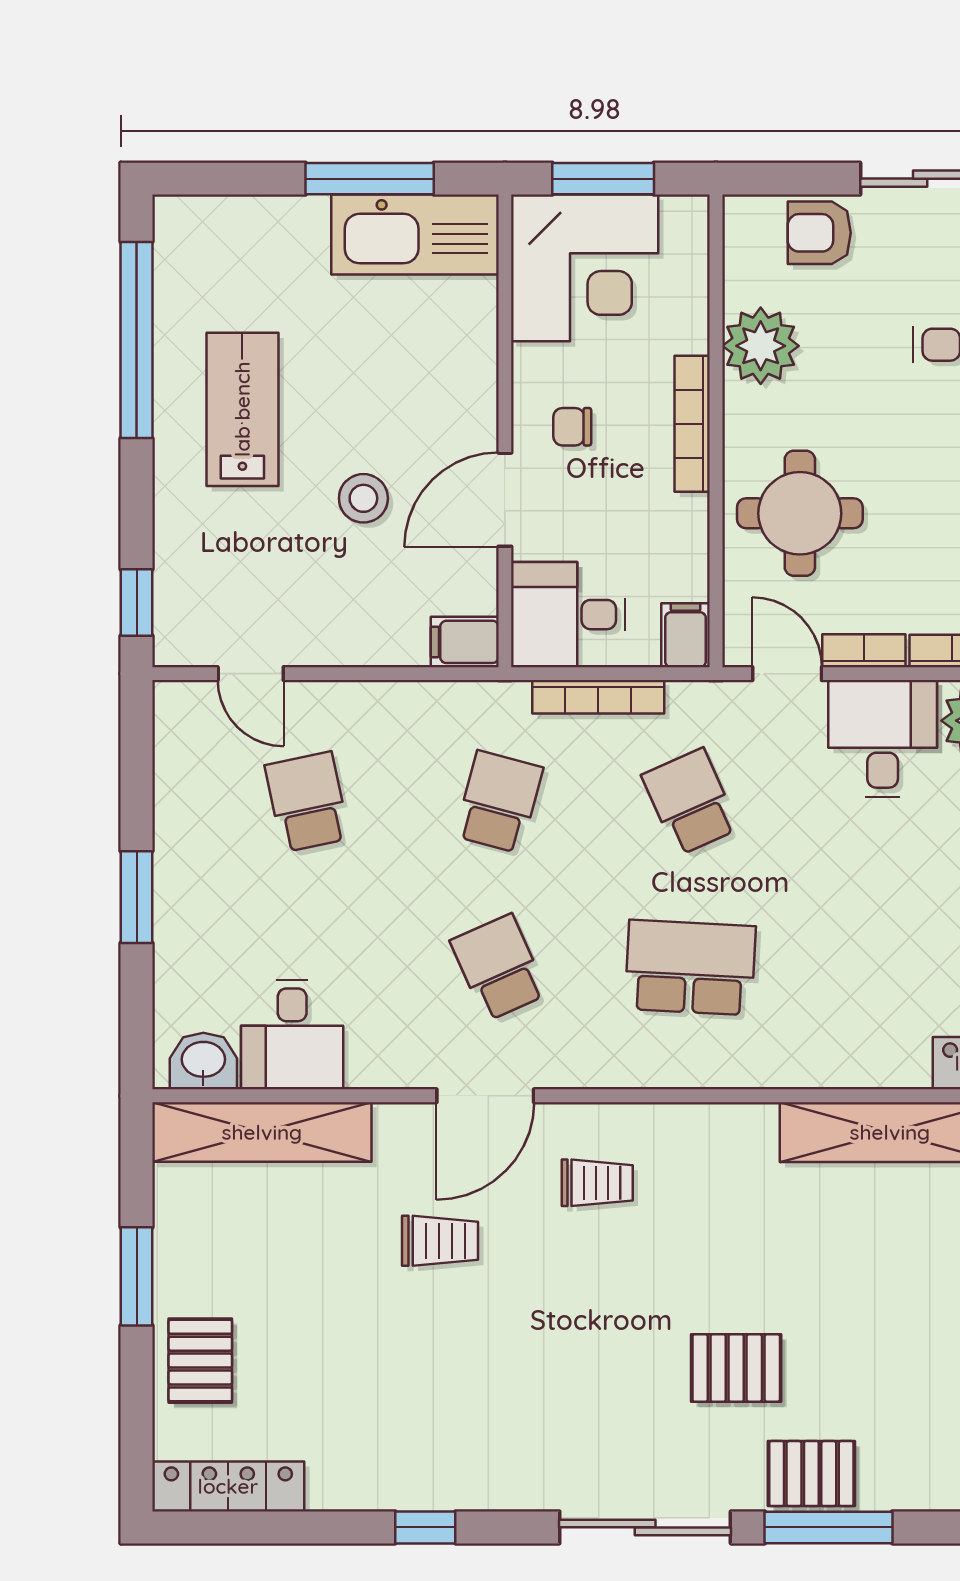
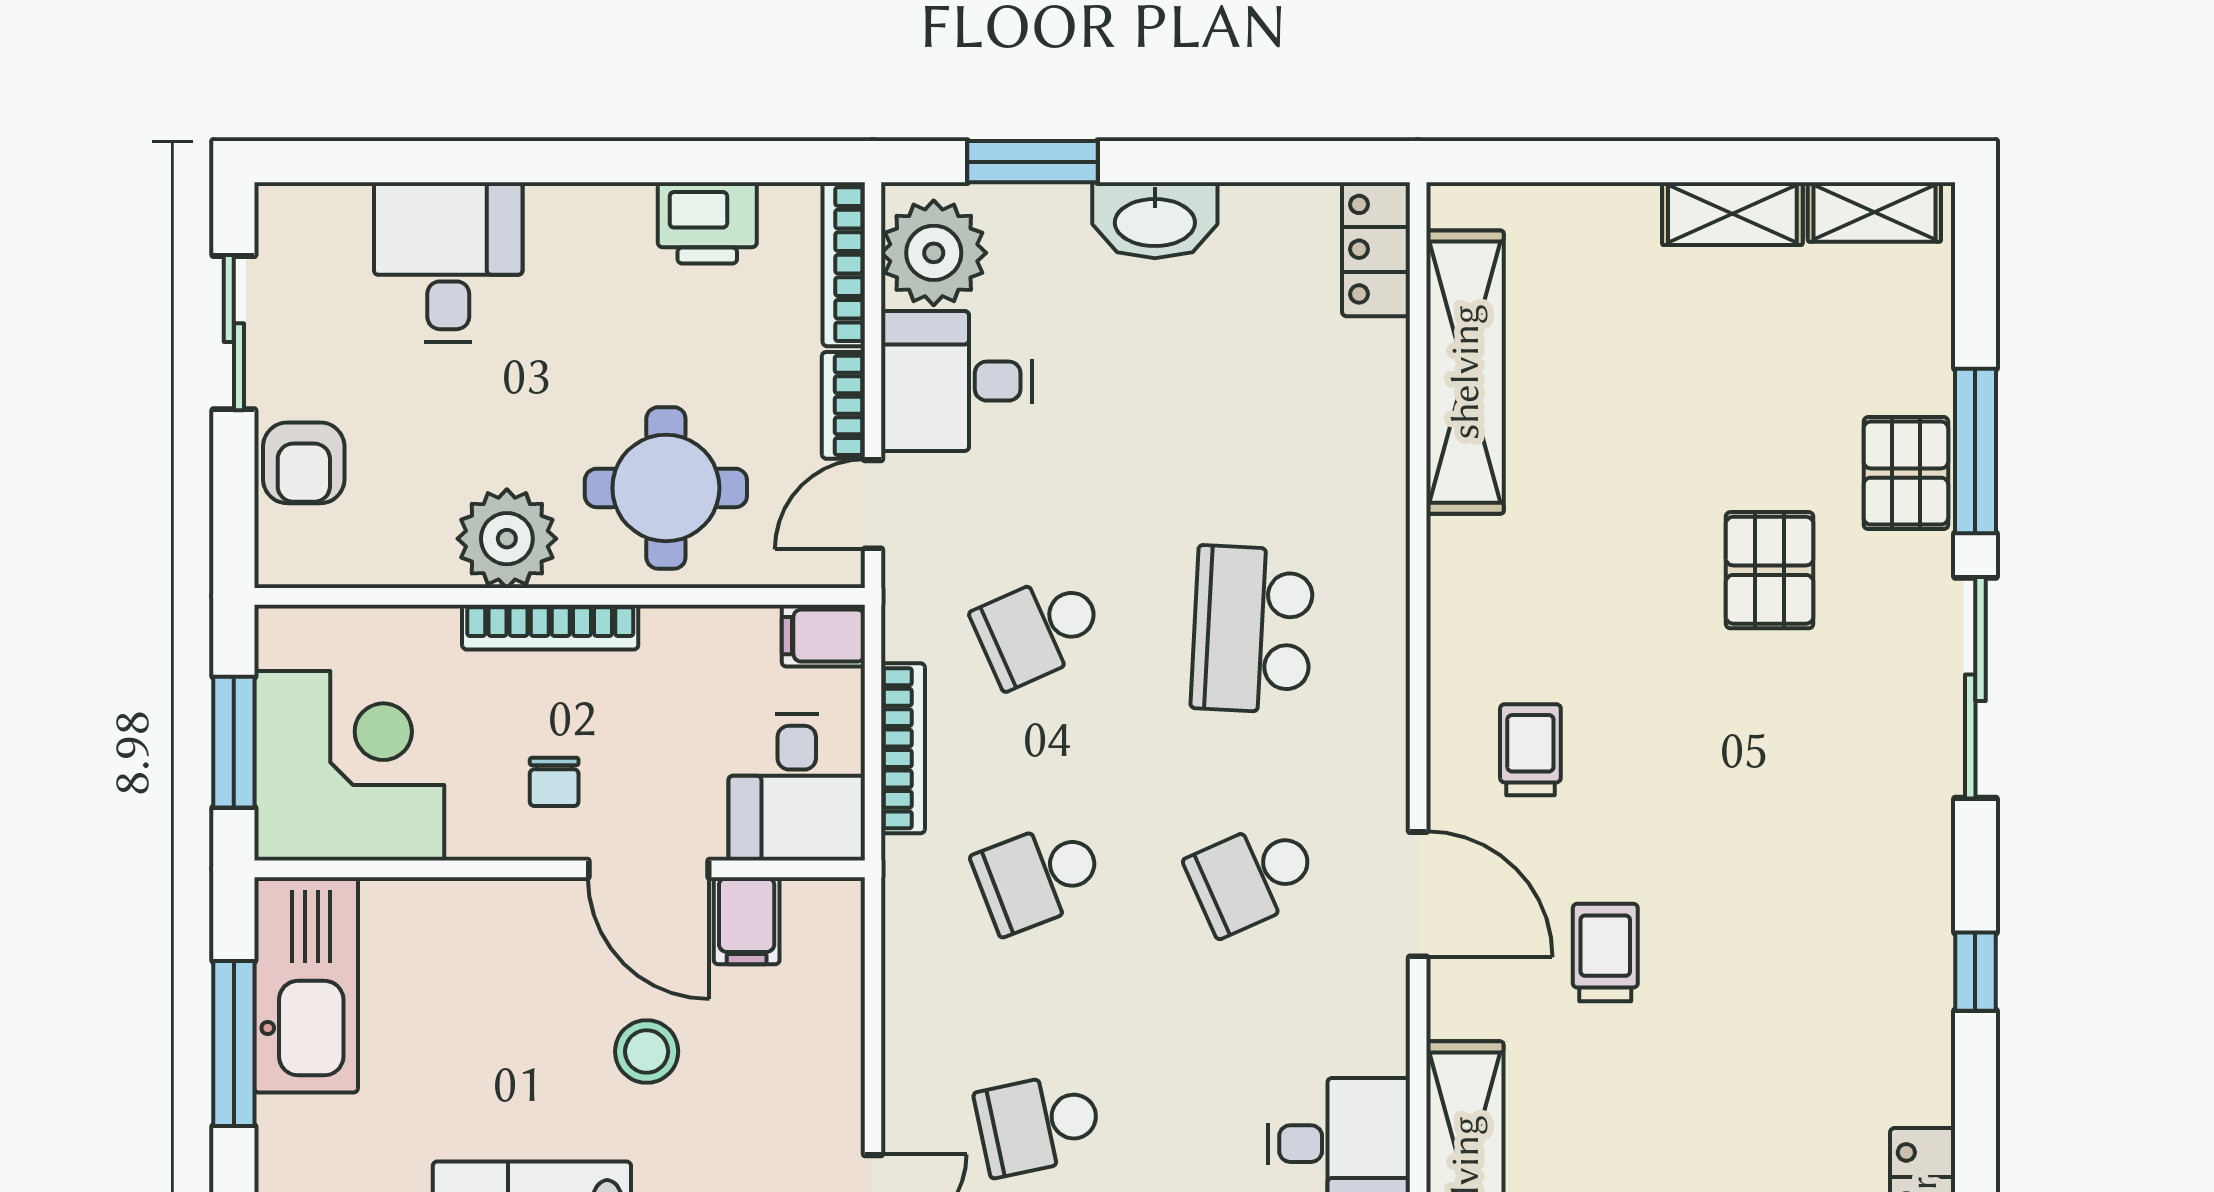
plant: (761, 346) -> (507, 539), moved
filing cabinet: (465, 642) -> (747, 921), moved
school desk: (499, 802) -> (1039, 877), turned -36

